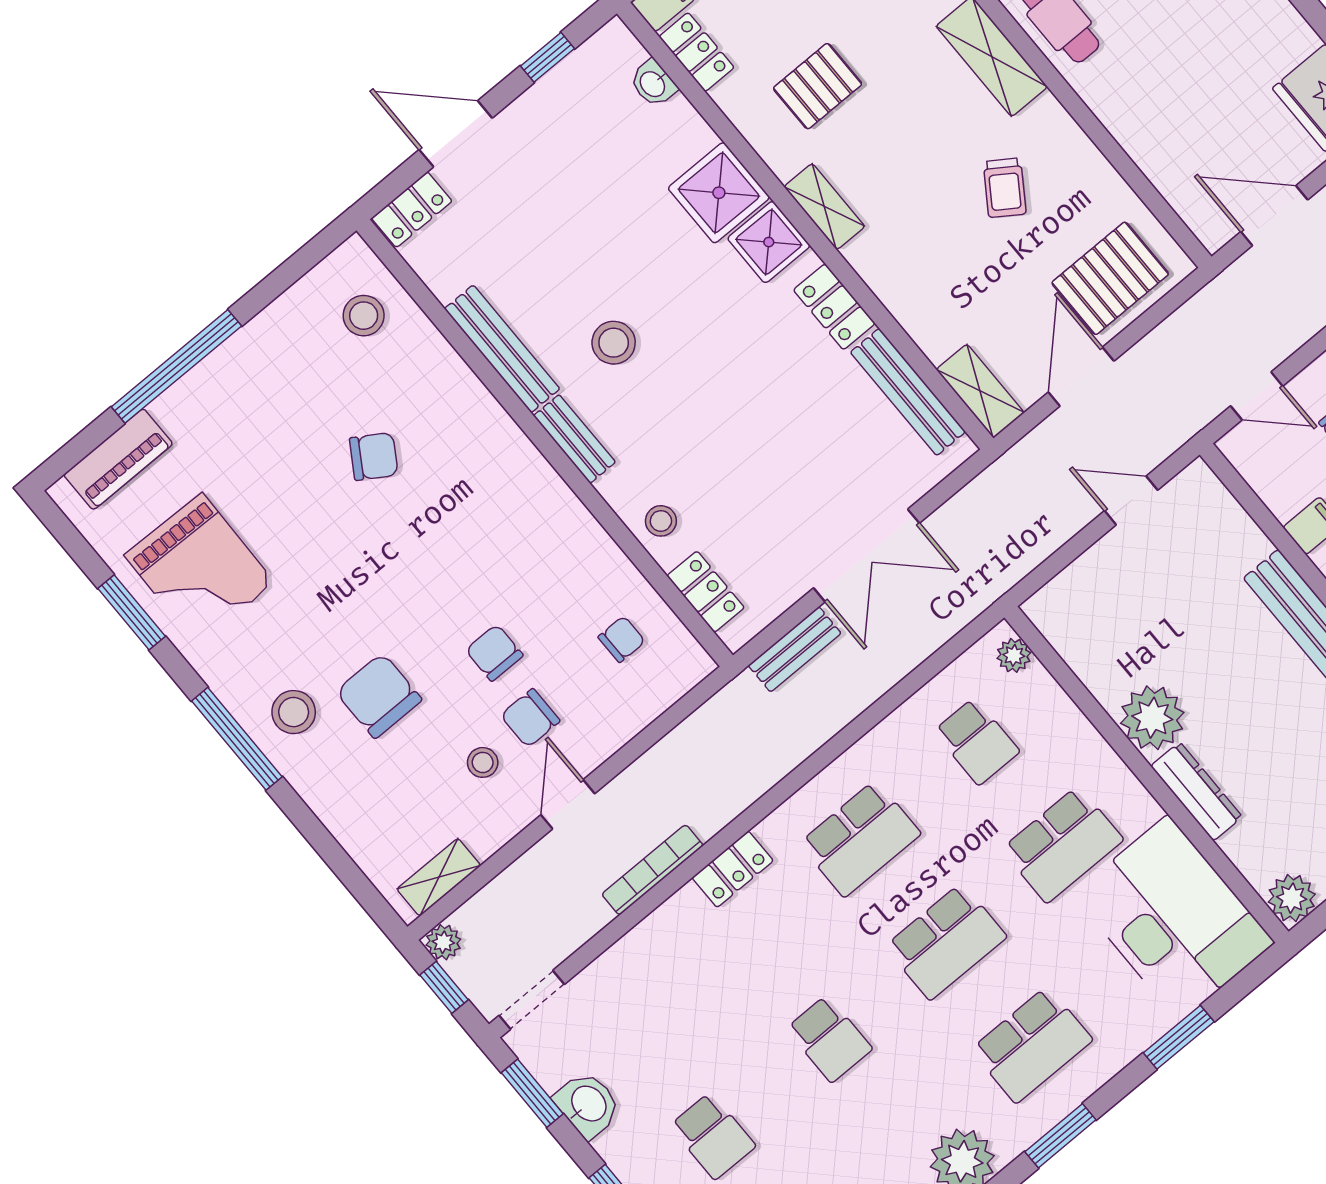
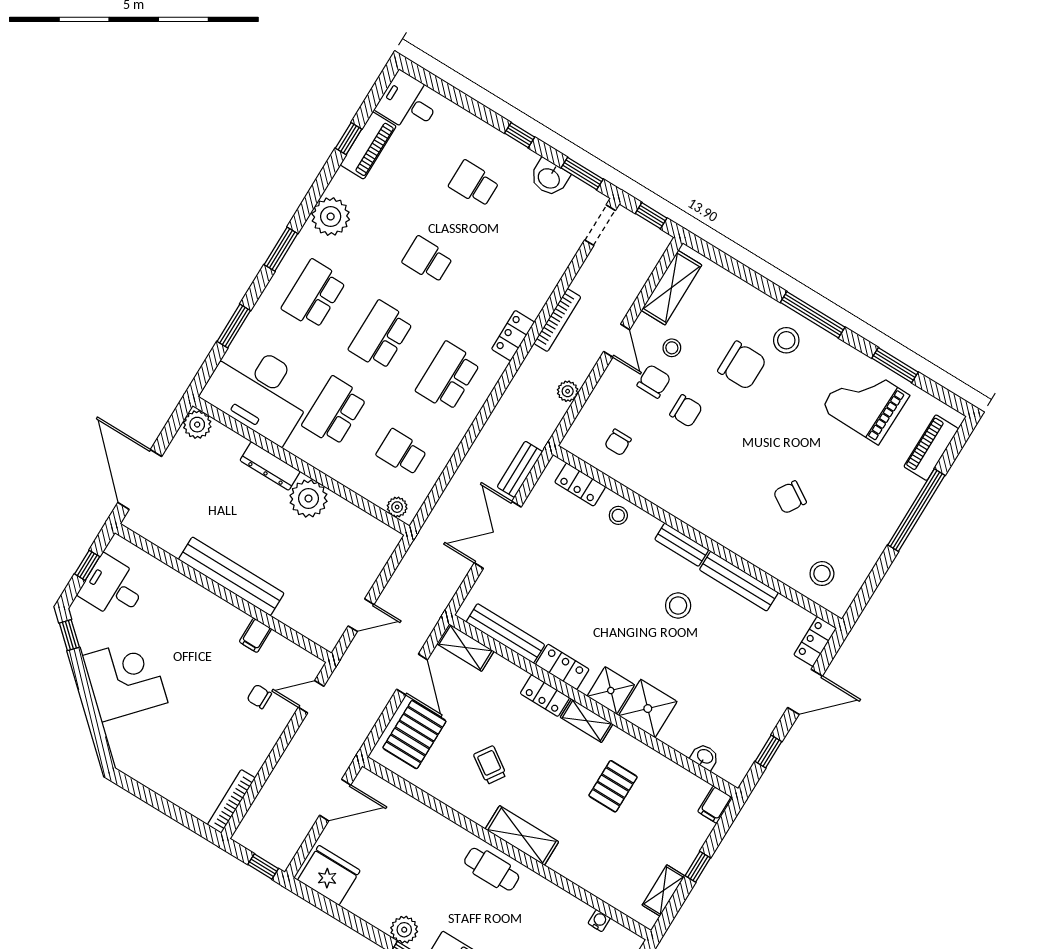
locker: (696, 52) -> (545, 696), moved
shelving: (439, 877) -> (672, 288), width x1.50, depth x1.33
plant: (443, 942) -> (568, 391), moved

